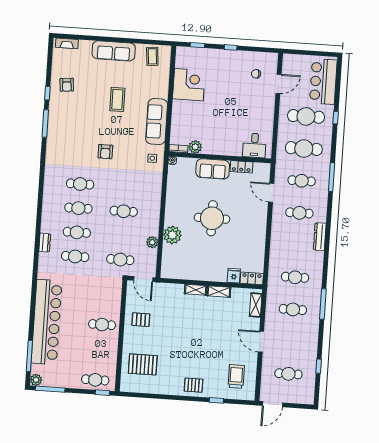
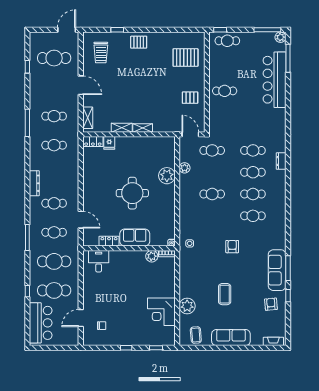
plant: (160, 89) -> (187, 306), added
sofa: (157, 122) -> (277, 270), moved, turned 180
bar counter: (47, 322) -> (275, 80), width x0.73
cafe table: (288, 374) -> (54, 58), width x1.37, depth x1.35

